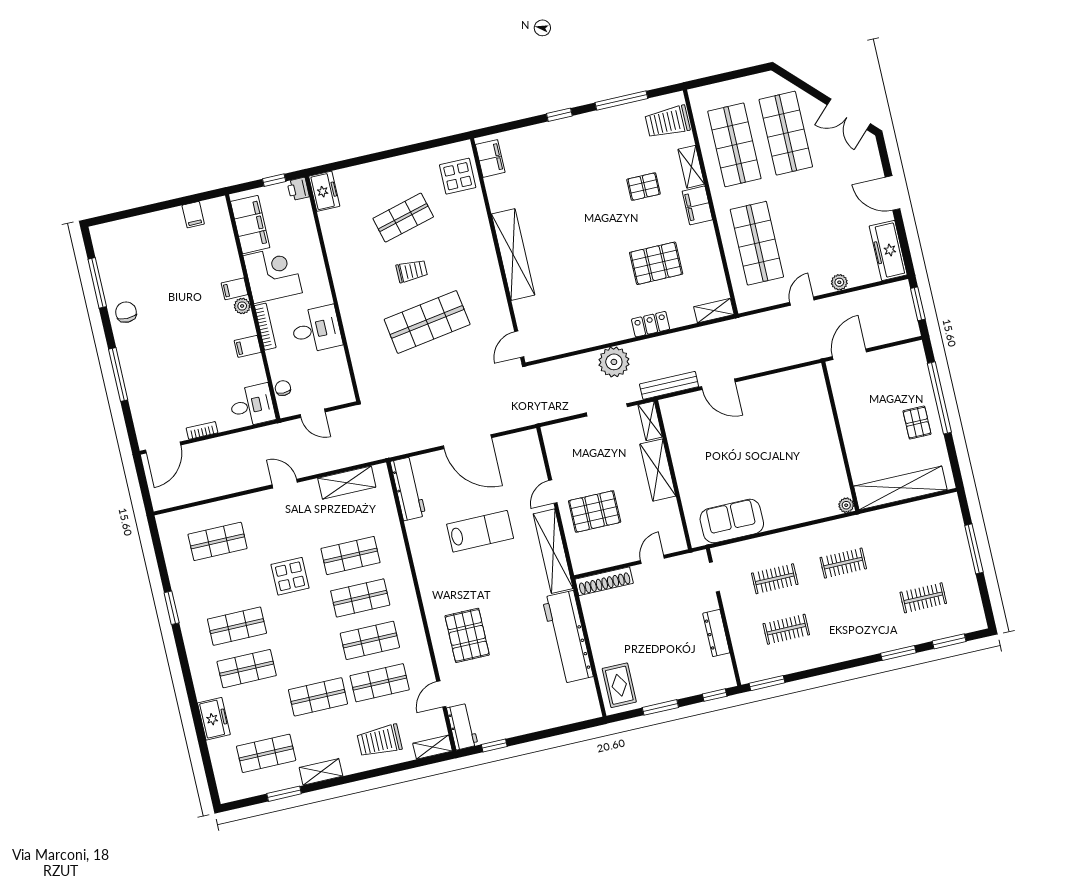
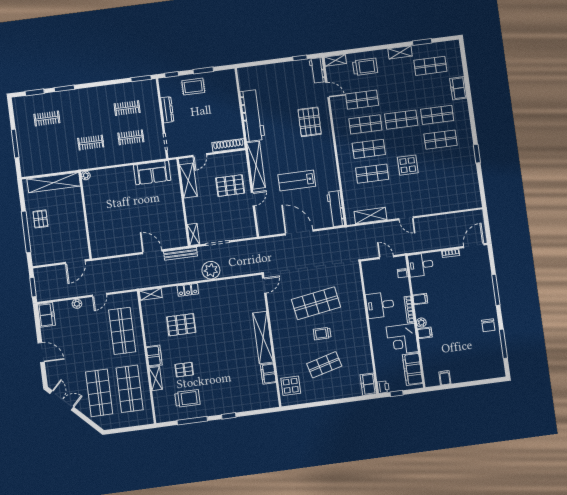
trolley: (668, 122) -> (187, 398), moved
filing cabinet: (490, 158) -> (268, 374), moved
freezer: (888, 250) -> (46, 315), width x0.71
shelving: (658, 470) -> (188, 181), moved
shop shelf: (218, 541) -> (447, 189), removed
rug: (619, 685) -> (193, 87), moved, turned 90
door: (441, 694) -> (327, 90), hinge flipped
shop shelf: (318, 697) -> (401, 120), moved

